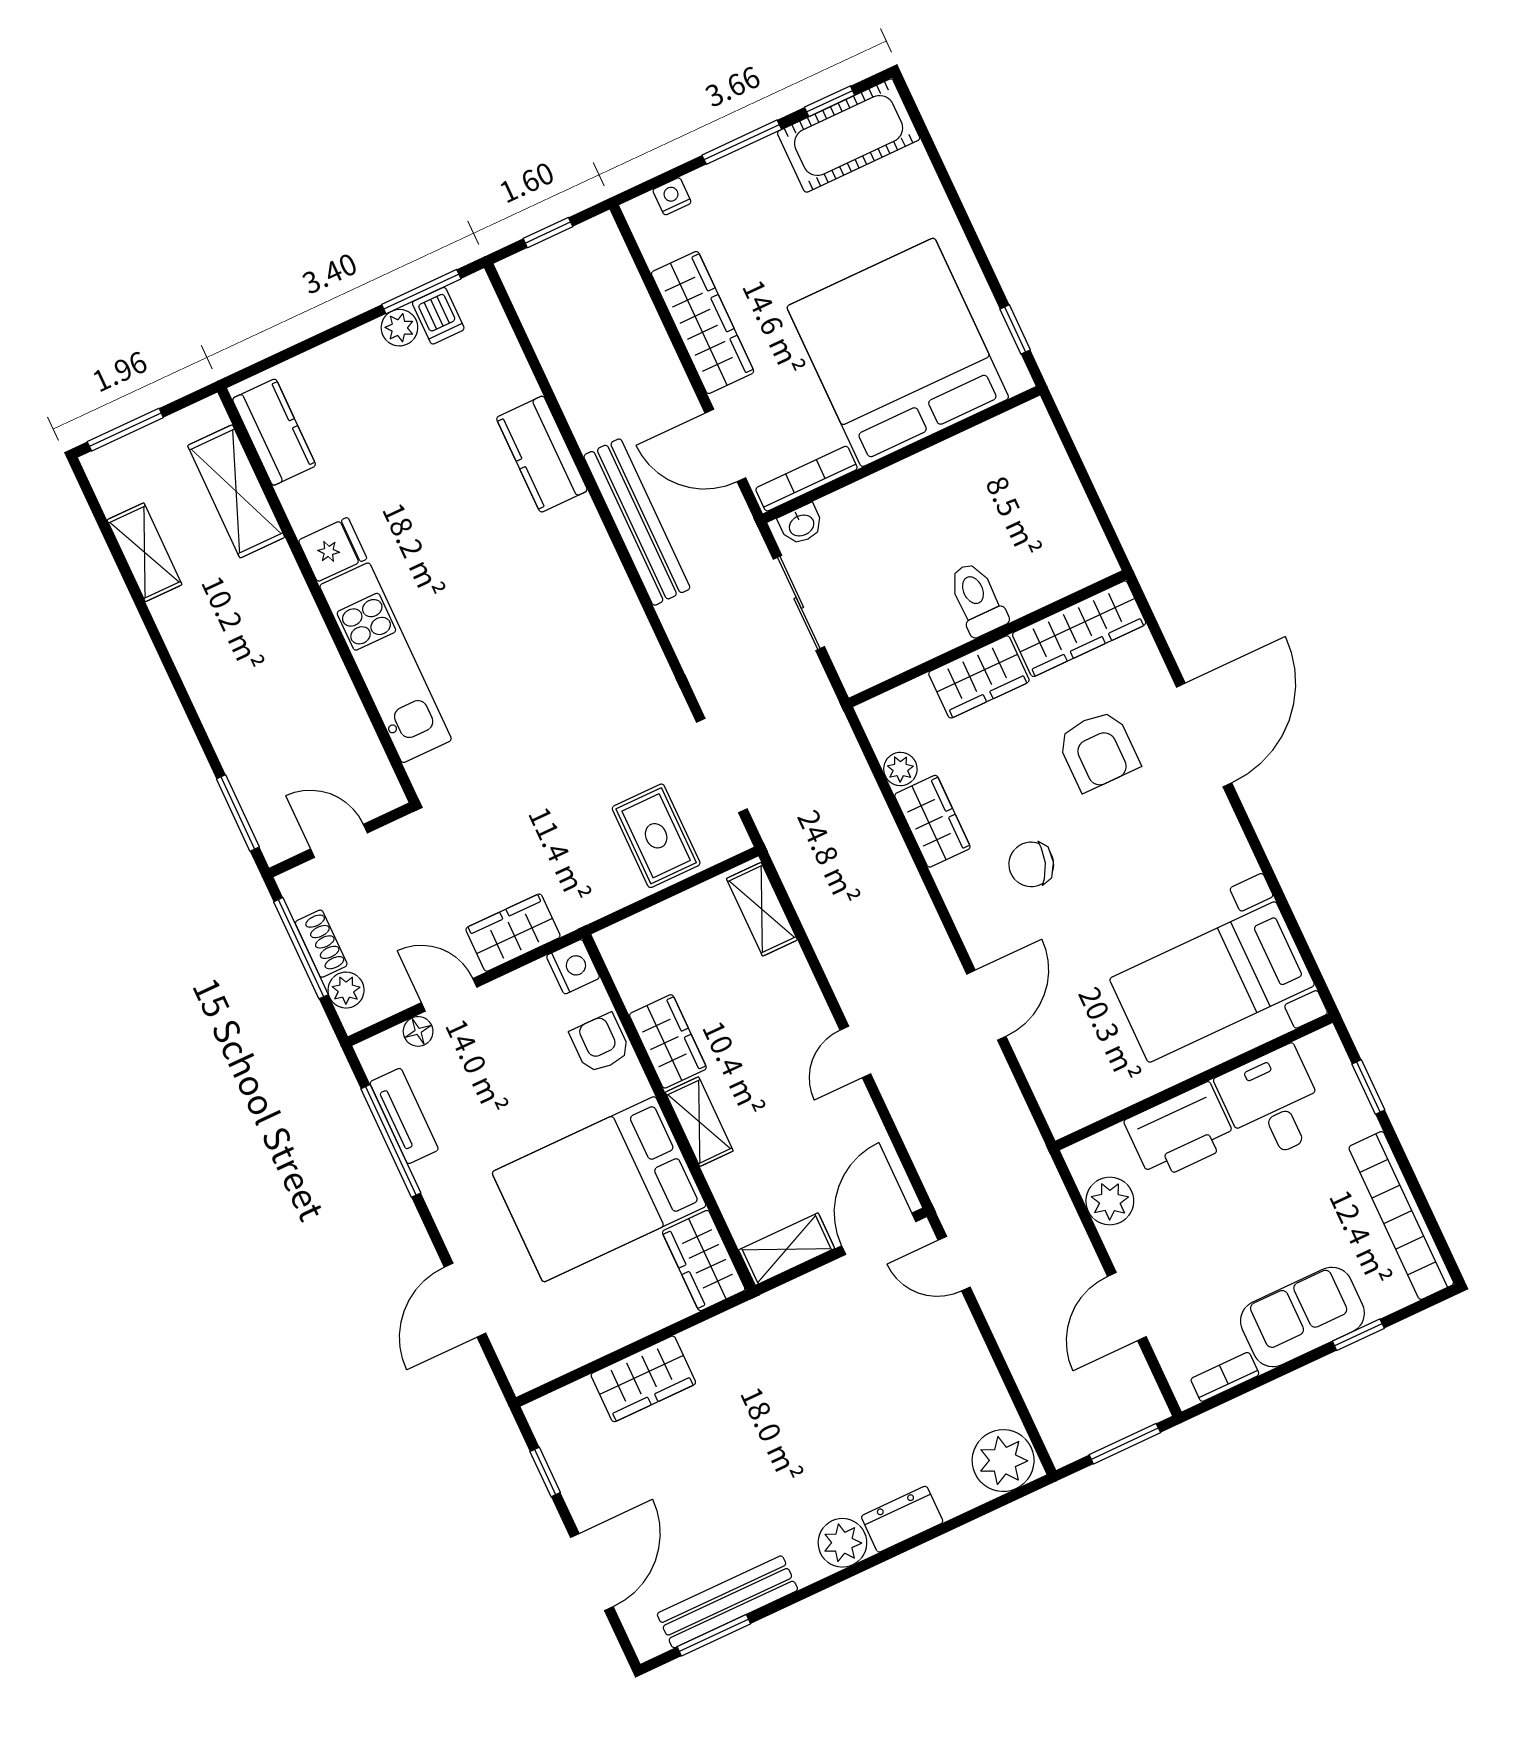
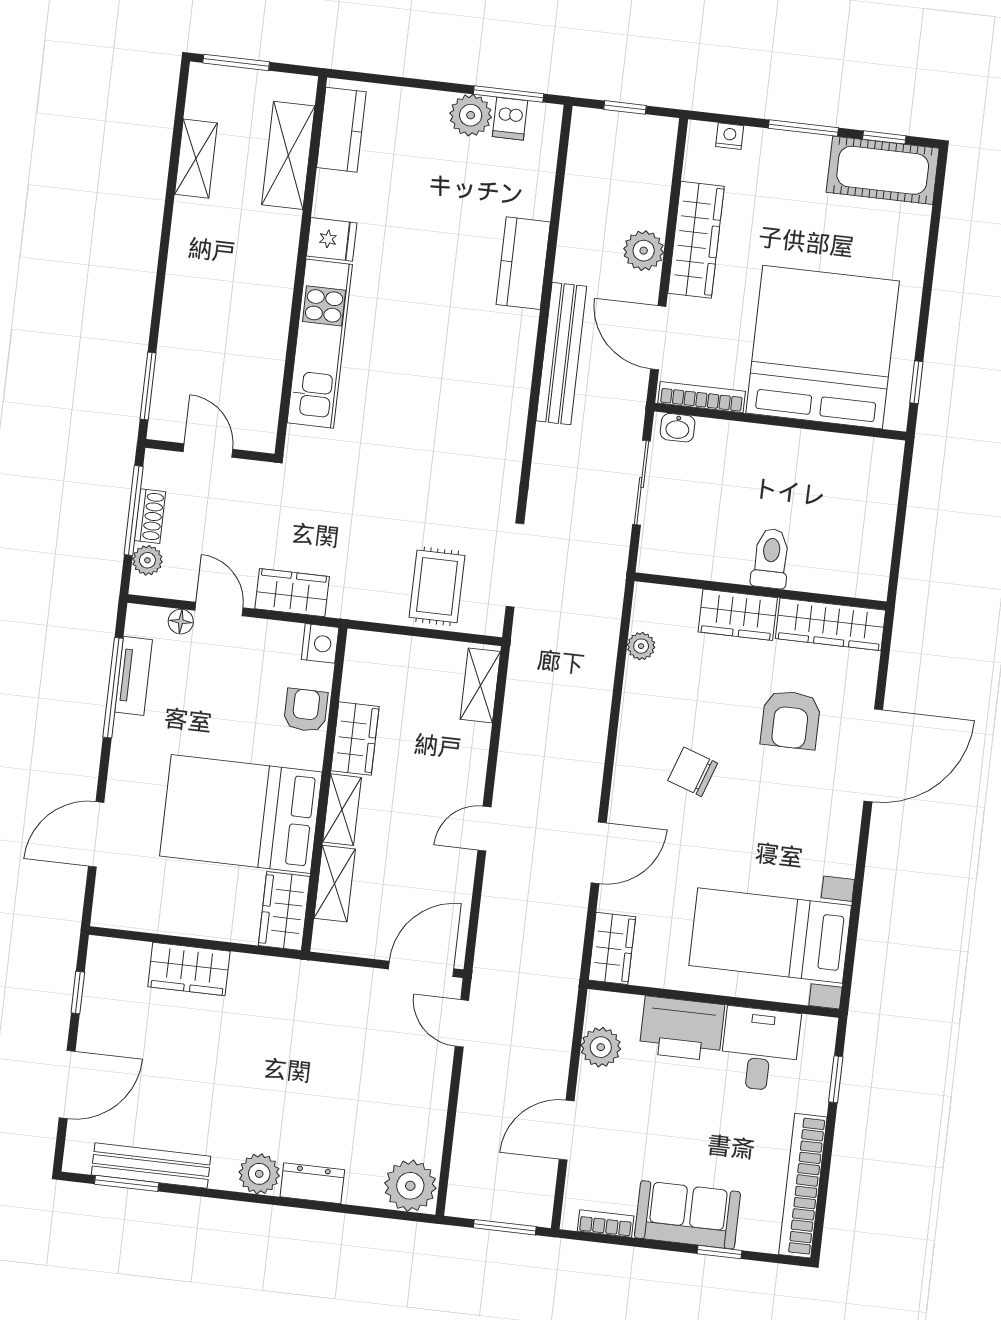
plant: (399, 328) -> (471, 115), width x1.38, depth x1.38
plant: (656, 366) -> (644, 251), added
wardrobe: (932, 821) -> (612, 948), moved
shelving: (787, 1249) -> (335, 884), moved, turned 90

